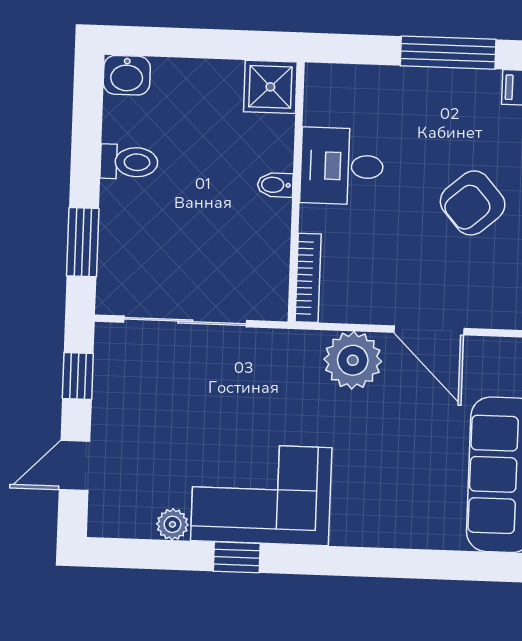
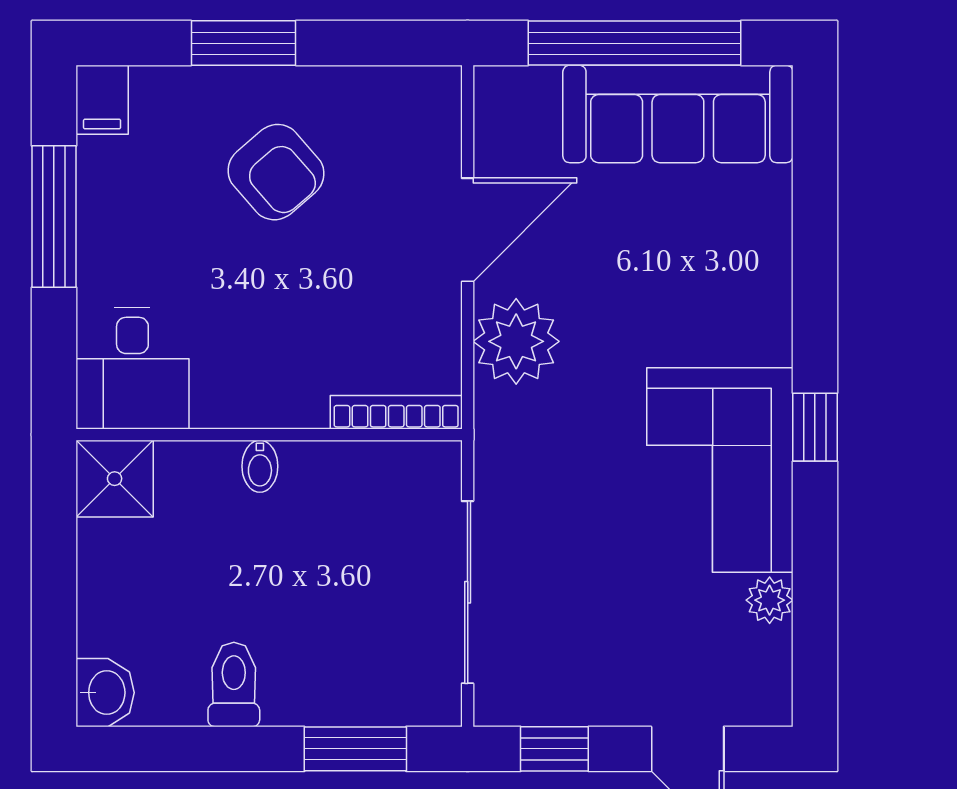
desk: (342, 166) -> (132, 368), moved
window: (237, 557) -> (815, 427), moved

